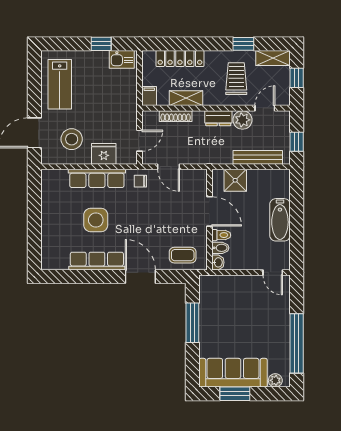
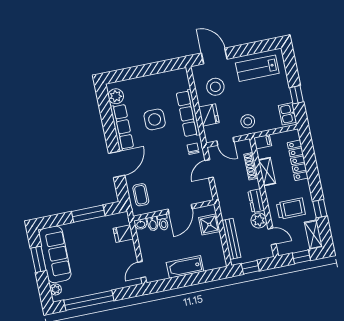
stool: (121, 109) -> (248, 121), added
plant: (58, 261) -> (116, 96), added
fridge: (225, 286) -> (123, 234), added

